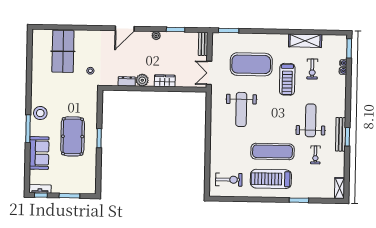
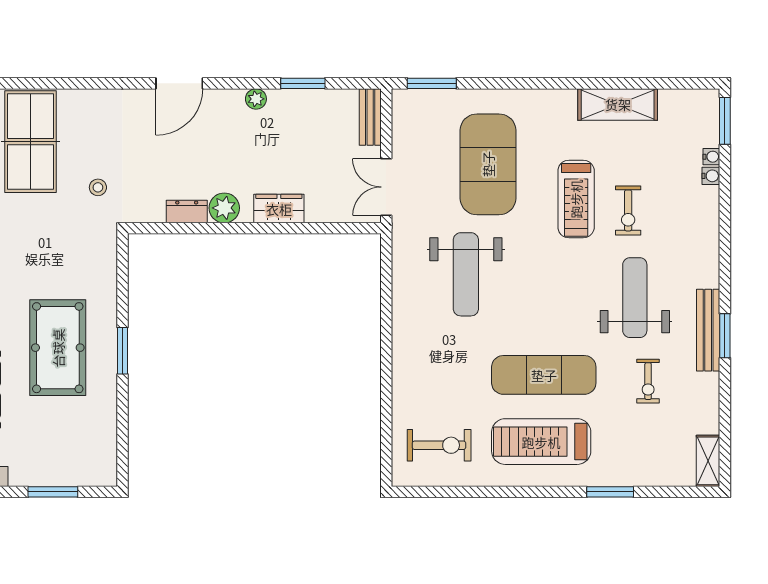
exercise mat: (251, 64) -> (488, 164), turned 90
exercise bike: (312, 69) -> (628, 210), moved

